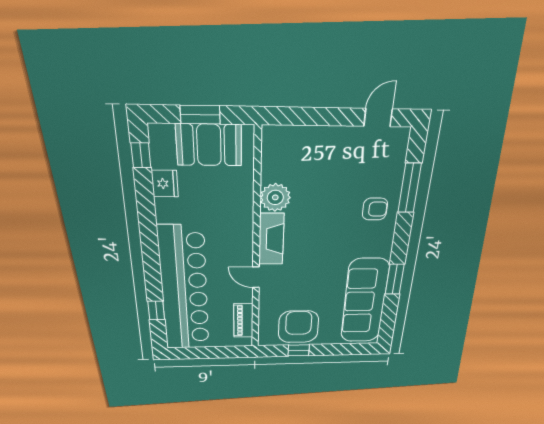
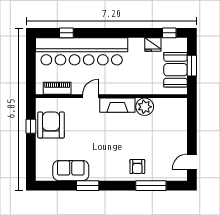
door: (378, 118) -> (192, 162), swing flipped
sofa: (365, 301) -> (71, 171), width x0.54, depth x0.79
armchair: (298, 327) -> (51, 125), turned -90

